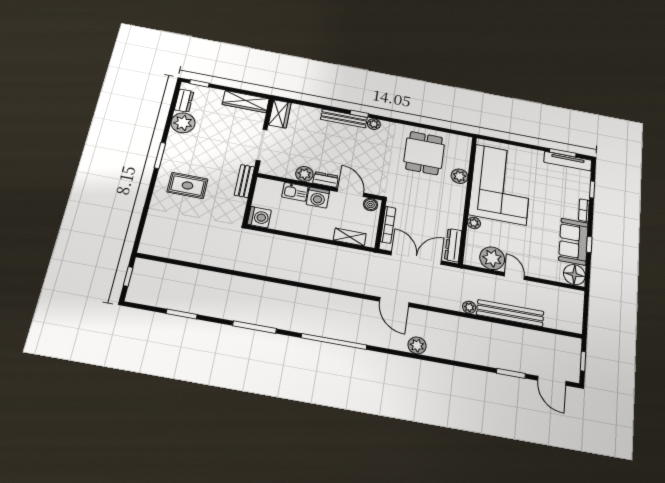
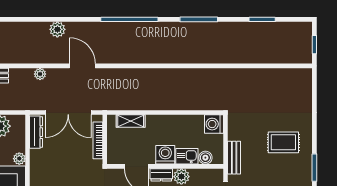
boiler: (371, 205) -> (205, 158), moved
plant: (469, 307) -> (40, 74), moved

